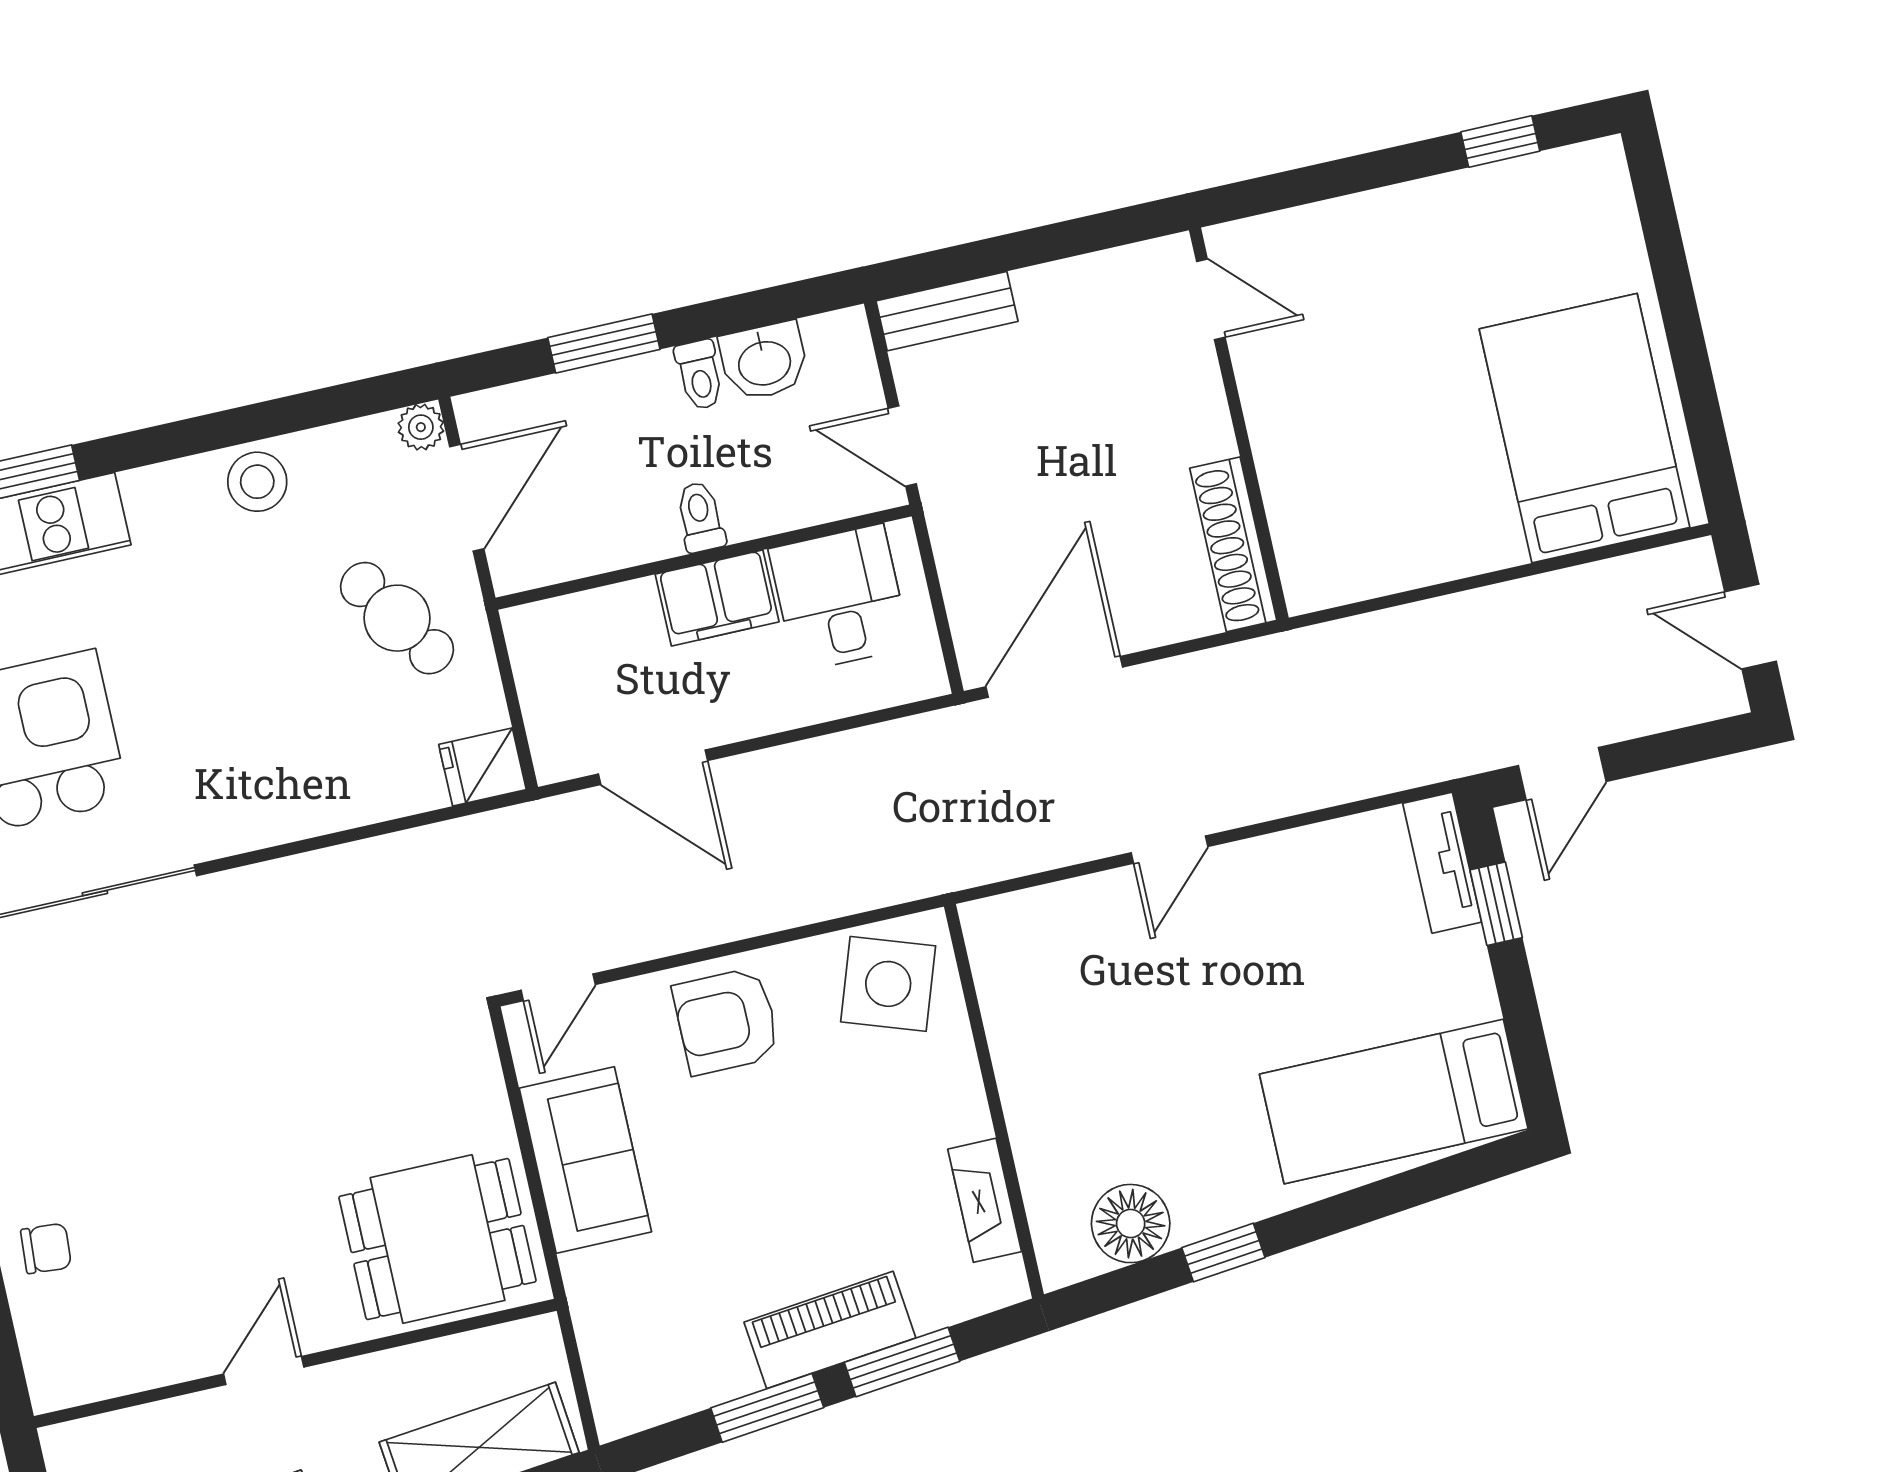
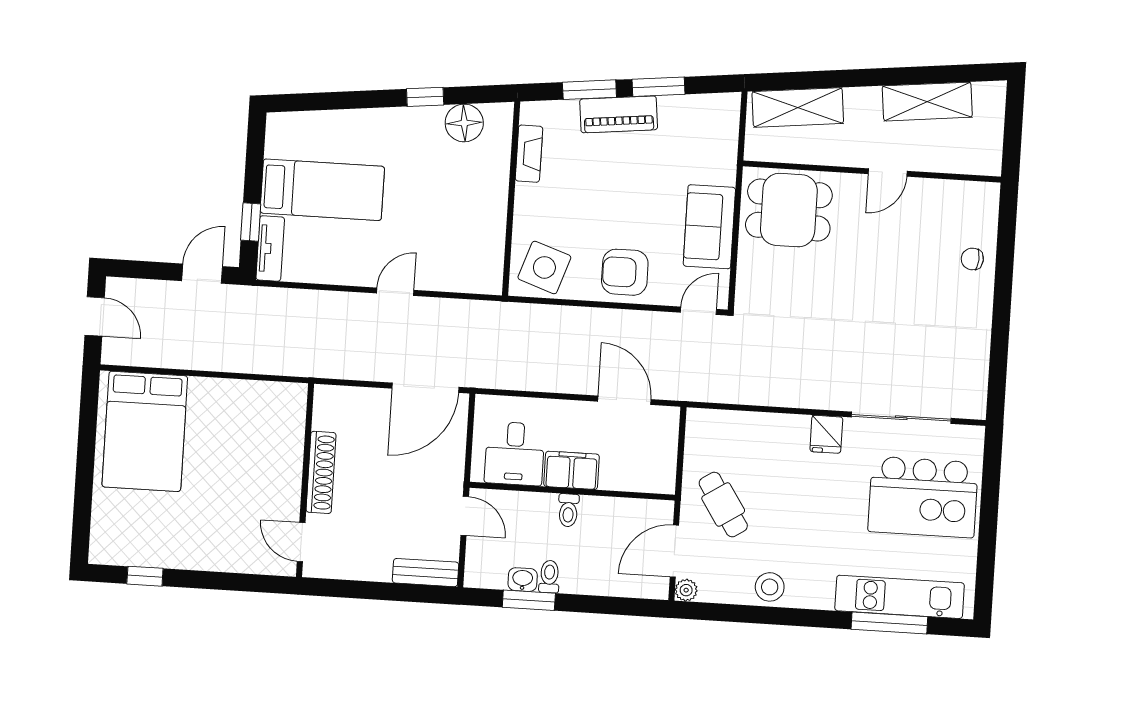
window: (604, 343) -> (529, 600), moved
washbasin: (764, 361) -> (523, 580), width x0.72, depth x0.69
shoe rack: (1233, 544) -> (321, 472), moved
fridge: (482, 767) -> (826, 434), moved, turned 90
armchair: (726, 1021) -> (625, 272), turned 180
bed: (1394, 1101) -> (322, 190), moved

